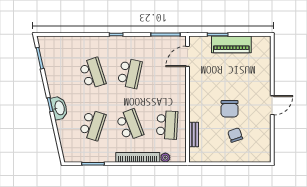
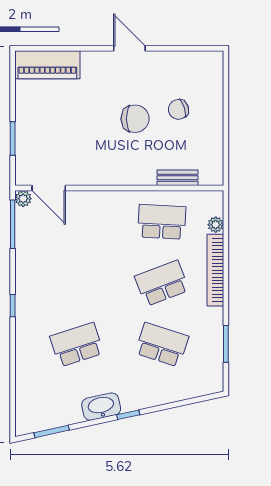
plant: (181, 41) -> (23, 199), added
piano: (231, 44) -> (47, 65), moved, turned 90
school desk: (130, 73) -> (77, 283), removed
washbasin: (59, 108) -> (101, 407), moved

